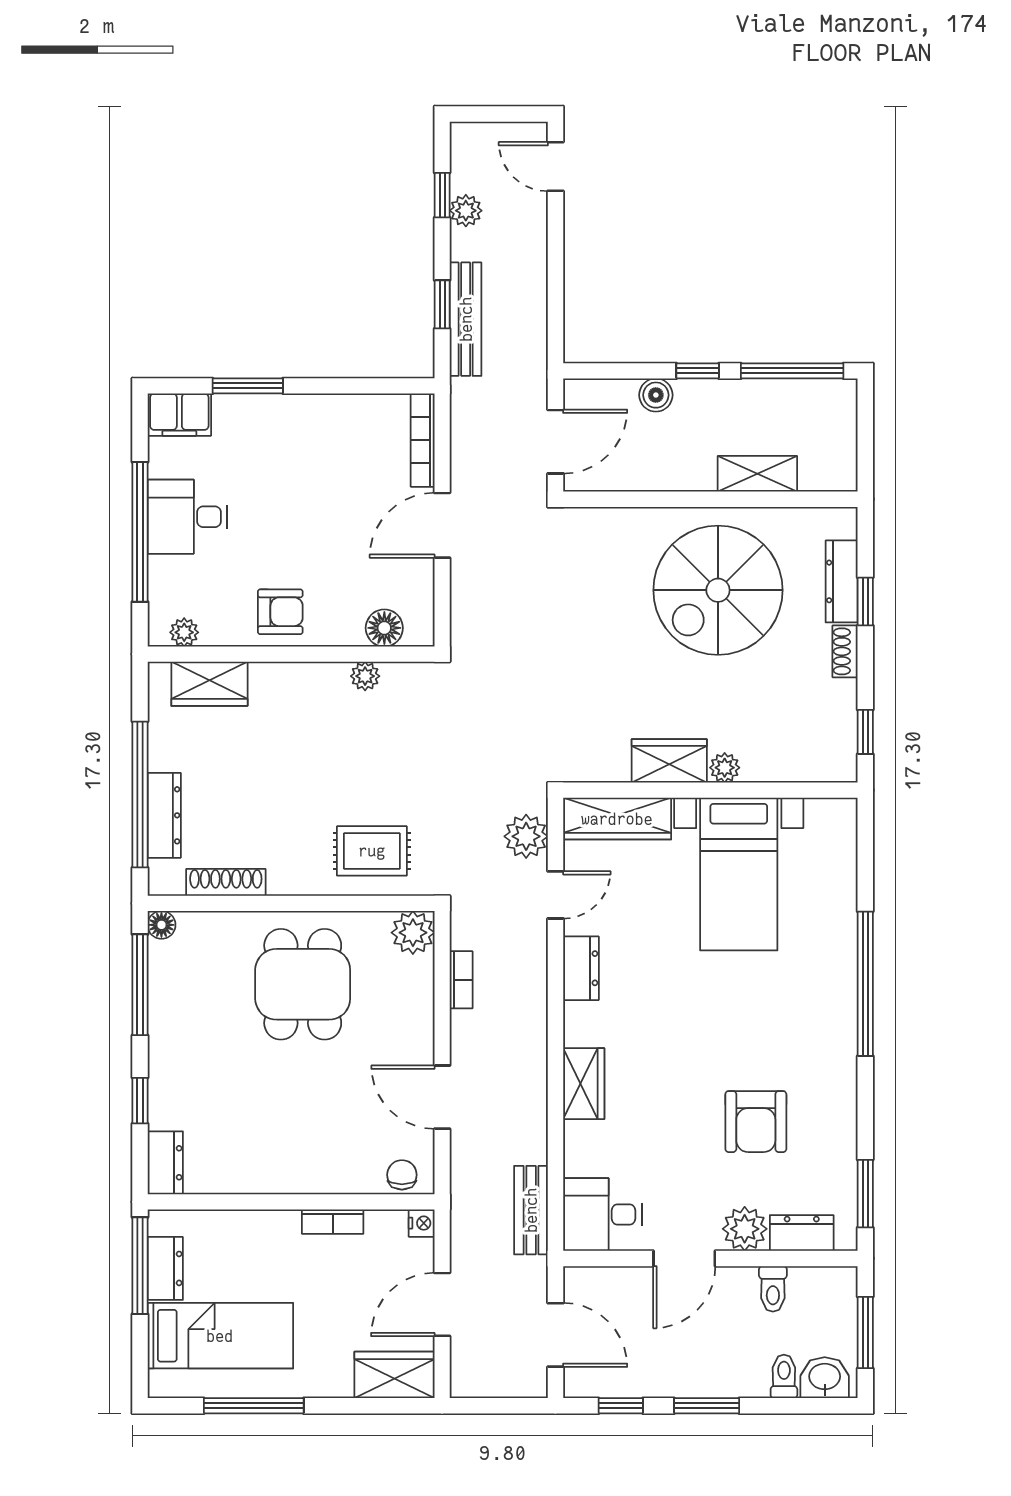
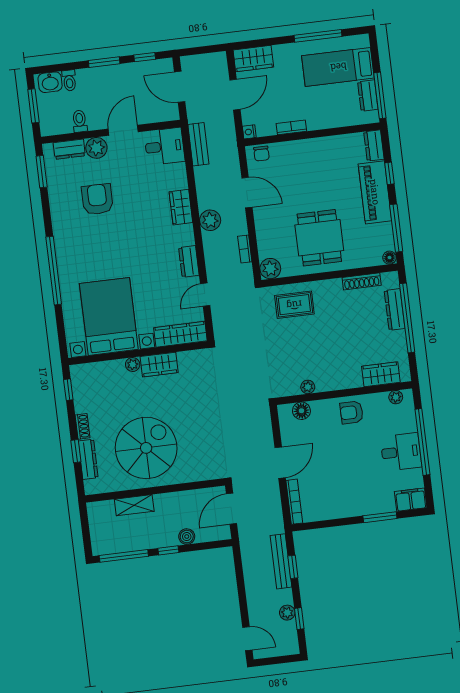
plant: (526, 836) -> (210, 220), moved
bed with nightstands: (739, 874) -> (109, 316), width x1.36
piano: (175, 1065) -> (375, 192), added

